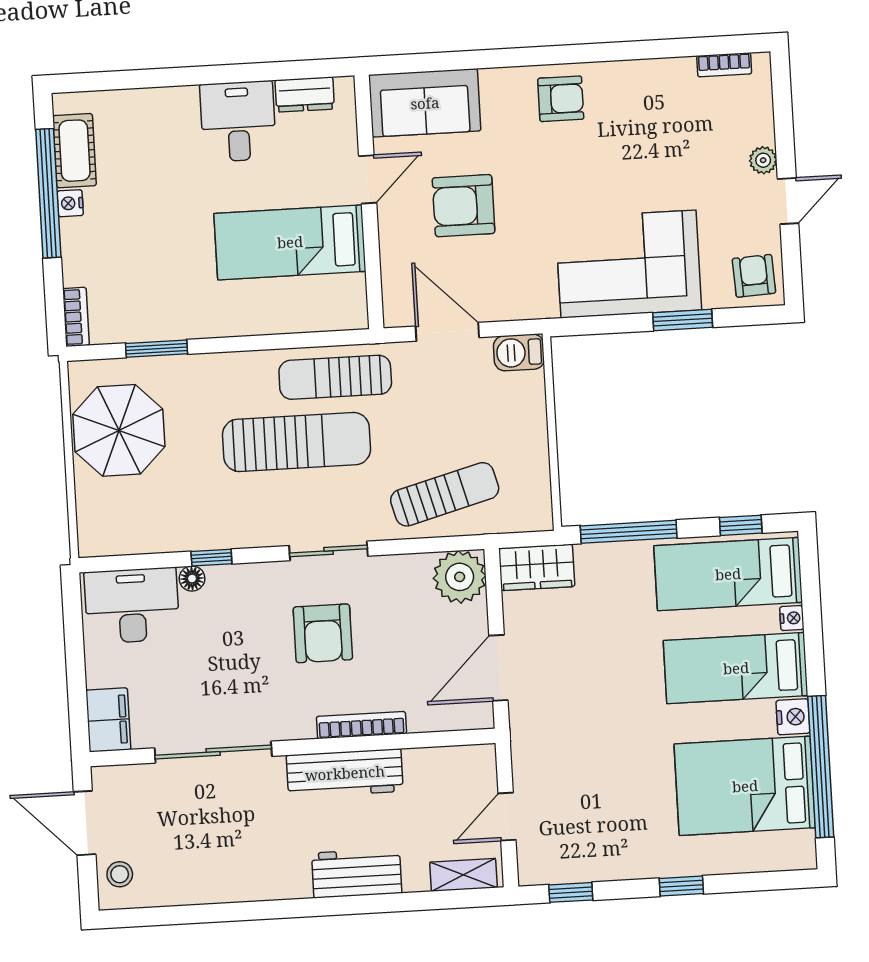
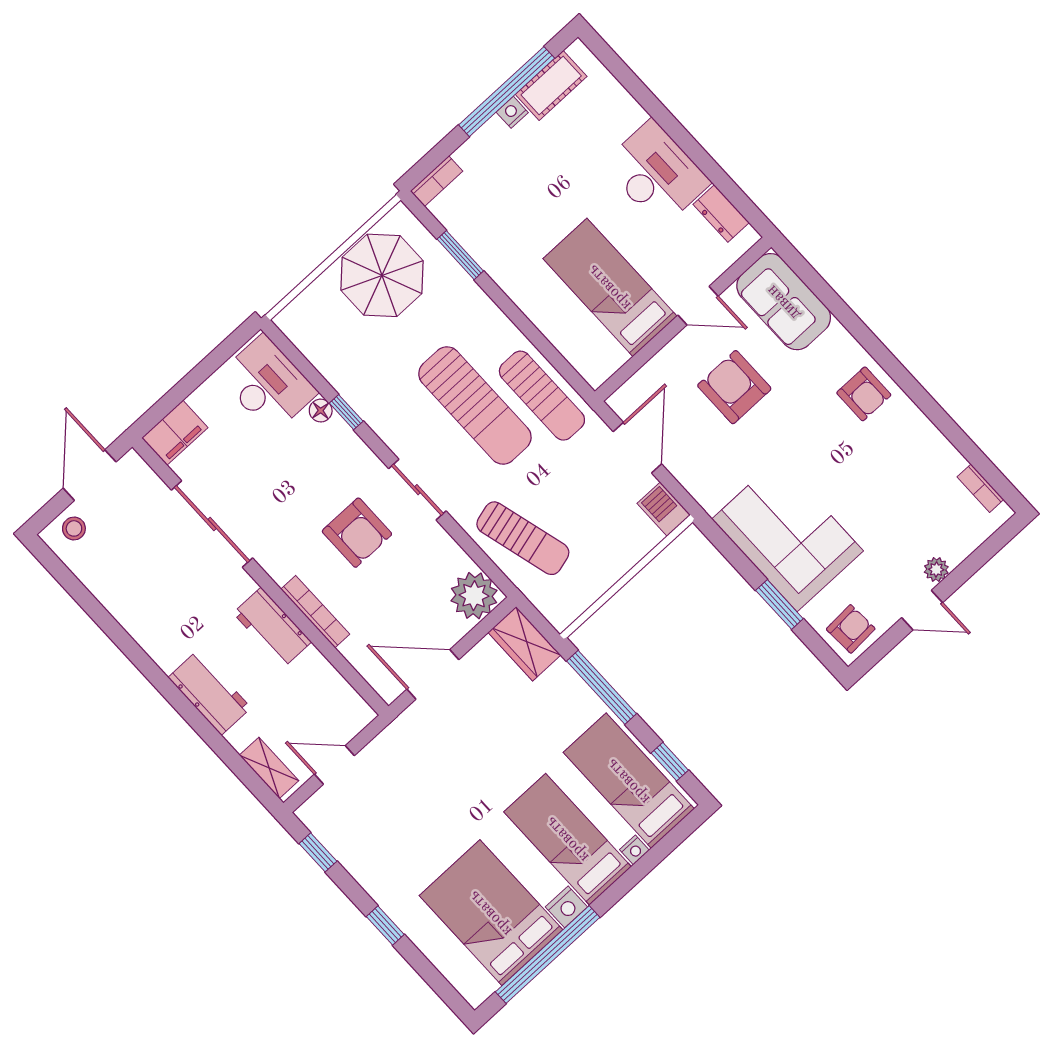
desk: (238, 121) -> (656, 174), width x1.37
sun lounger: (335, 377) -> (542, 396), turned 180
armchair: (323, 633) -> (357, 533), turned -90
workbench: (345, 773) -> (272, 627), width x0.73

